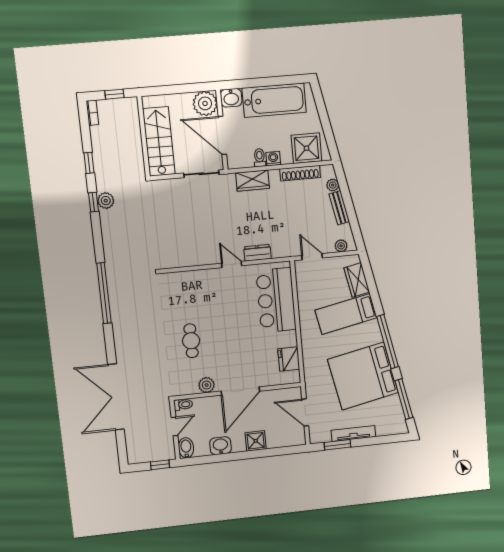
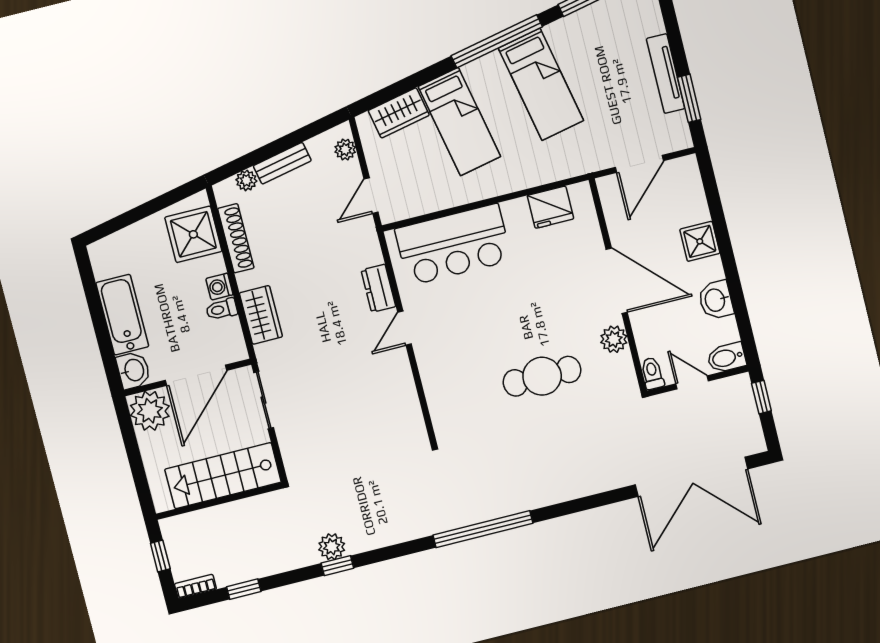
bathtub: (274, 100) -> (122, 315), width x0.73, depth x0.73
window: (89, 163) -> (244, 589), moved
cafe table: (191, 341) -> (542, 376), width x1.37, depth x1.35
bed: (363, 376) -> (541, 84), width x0.49
double door: (116, 397) -> (691, 477), moved

